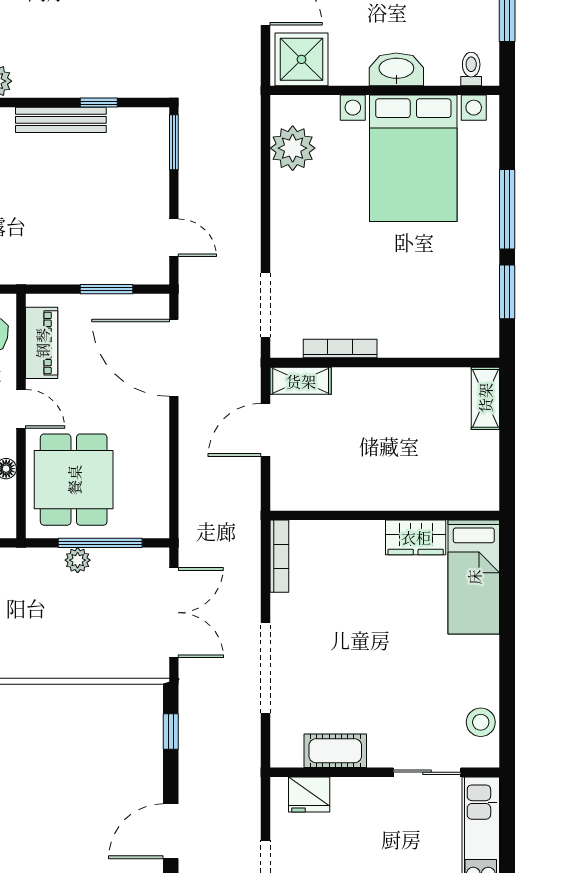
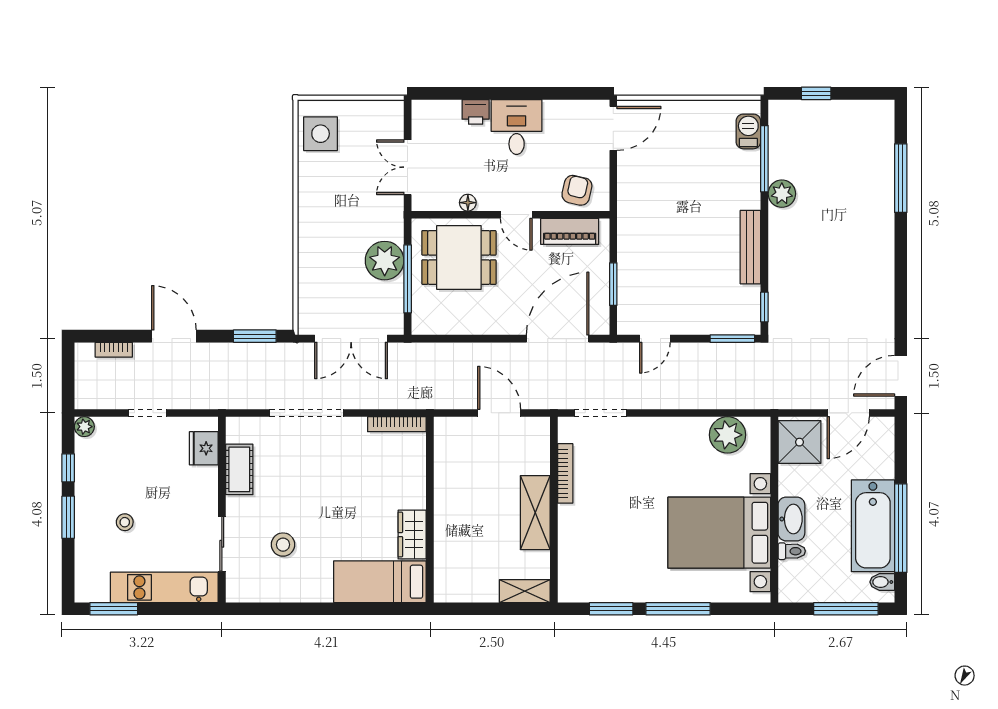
toilet: (471, 69) -> (792, 551), moved
window: (99, 103) -> (764, 307), moved
shelving: (301, 381) -> (535, 513), moved, width x1.50, depth x1.33
door: (21, 409) -> (516, 215), hinge flipped
plant: (78, 560) -> (385, 261), width x1.88, depth x1.88
stool: (481, 722) -> (283, 545), moved
window: (171, 731) -> (255, 336), width x1.50

